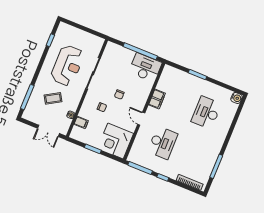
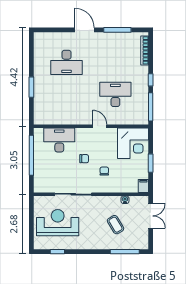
reception desk: (67, 66) -> (58, 223), moved
desk: (145, 67) -> (59, 140), moved, turned 90
water cooler: (236, 98) -> (39, 38), removed
filing cabinet: (157, 99) -> (73, 118), removed
door: (141, 119) -> (100, 126), swing flipped
filing cabinet: (81, 123) -> (143, 186), moved
door: (227, 139) -> (85, 30), added

